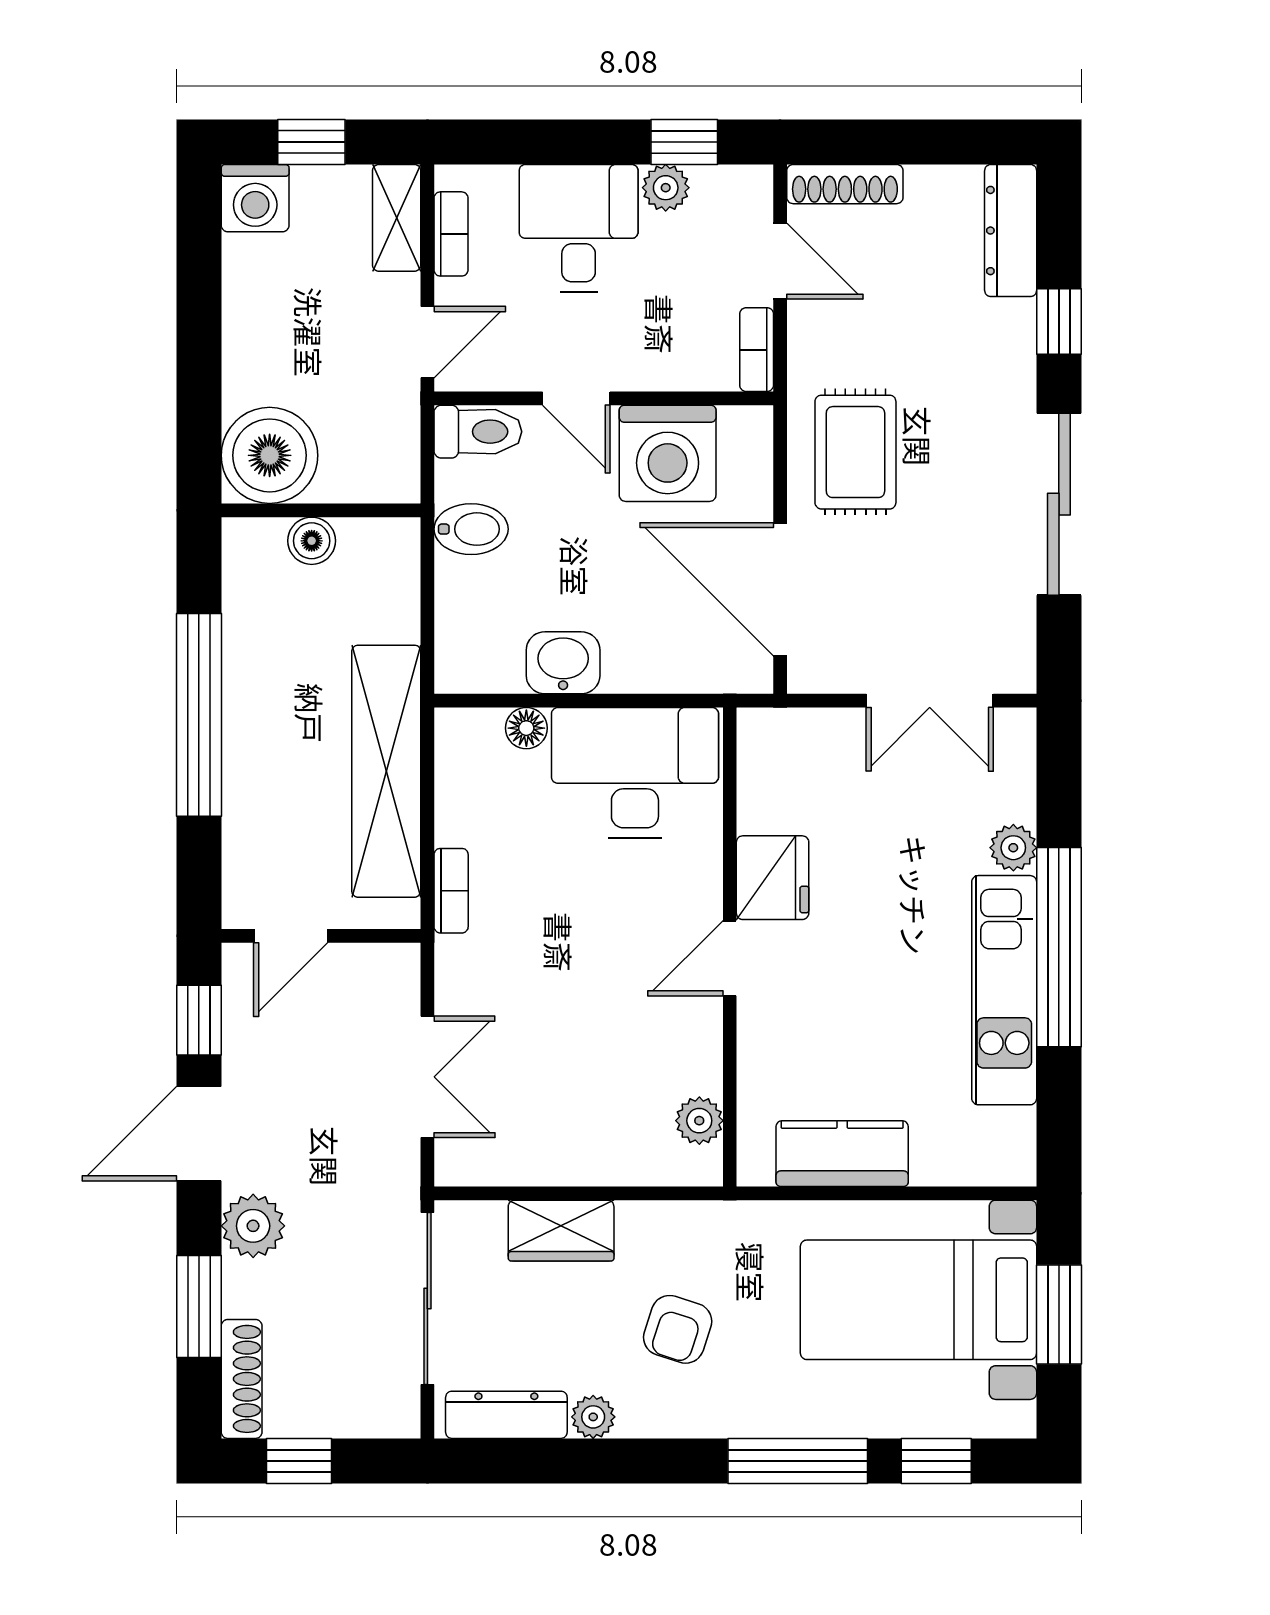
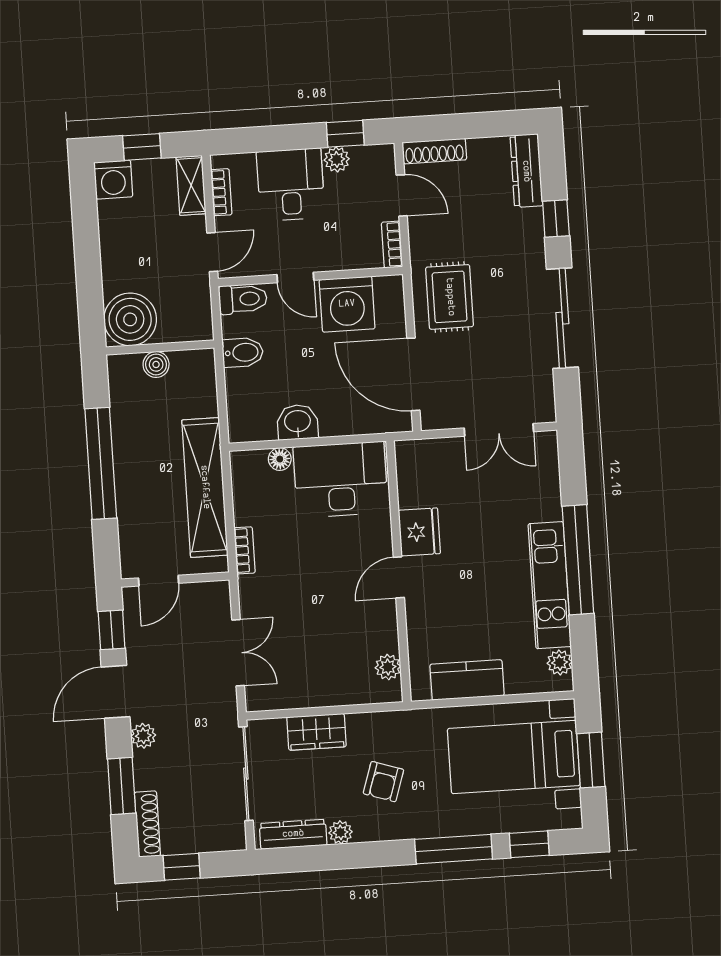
plant: (1013, 848) -> (560, 662), moved
plant: (253, 1226) -> (143, 736), width x0.73, depth x0.73

